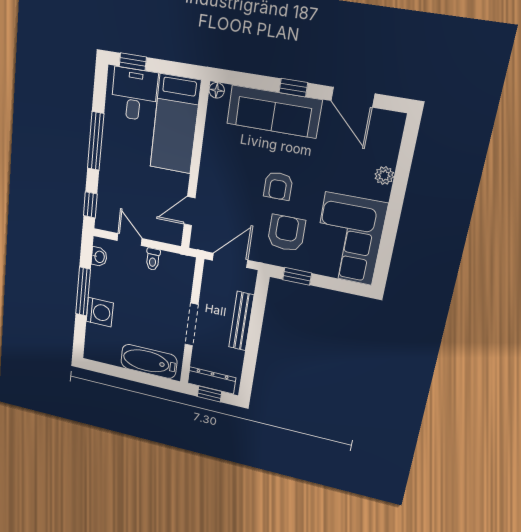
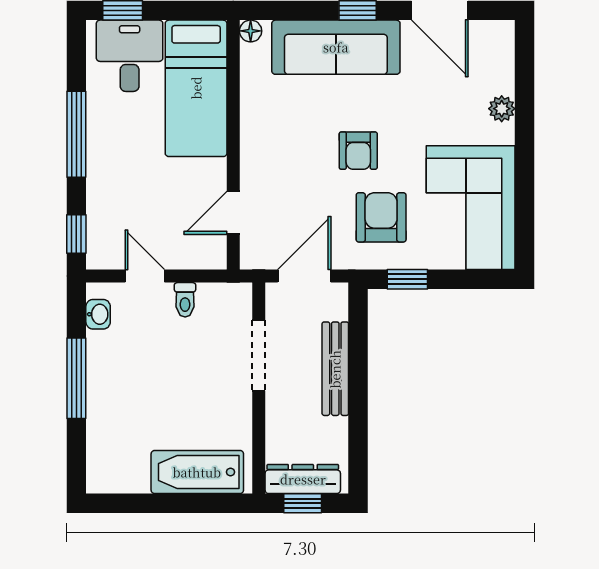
washing machine: (100, 312) -> (107, 407), removed
doorway: (192, 324) -> (259, 356), moved

